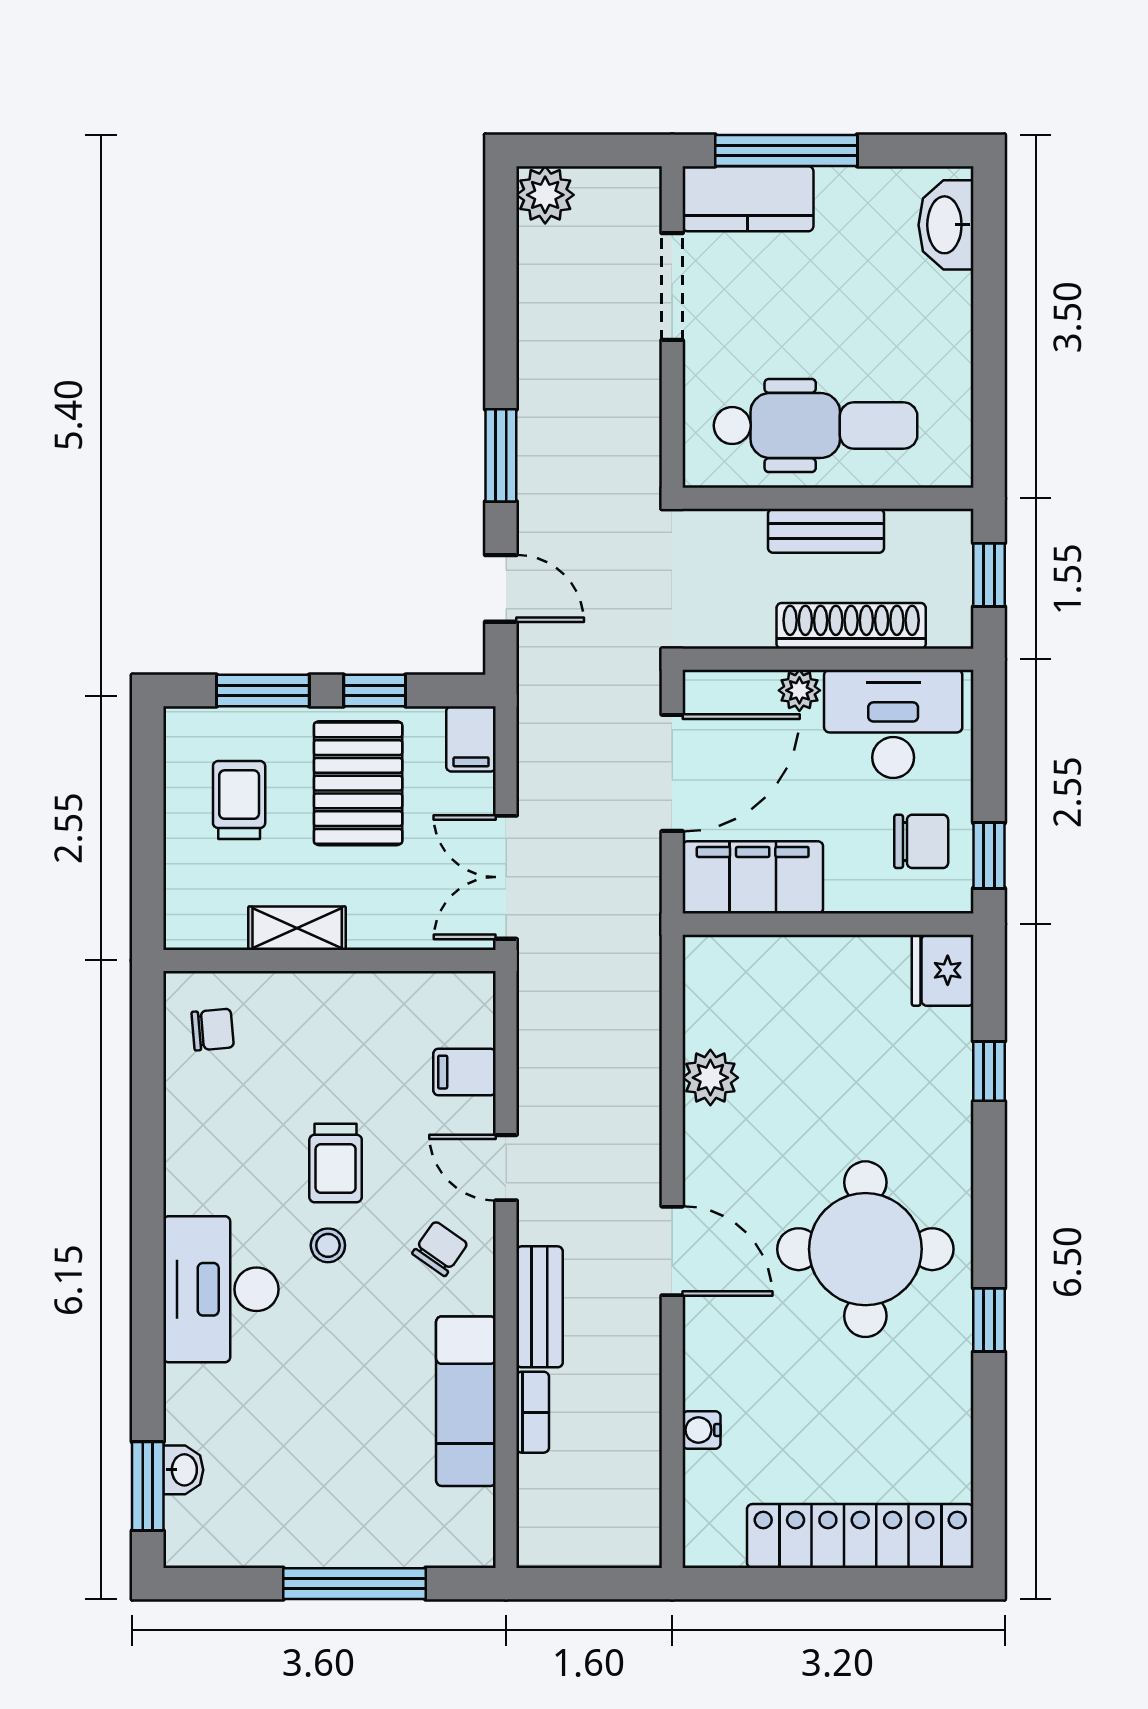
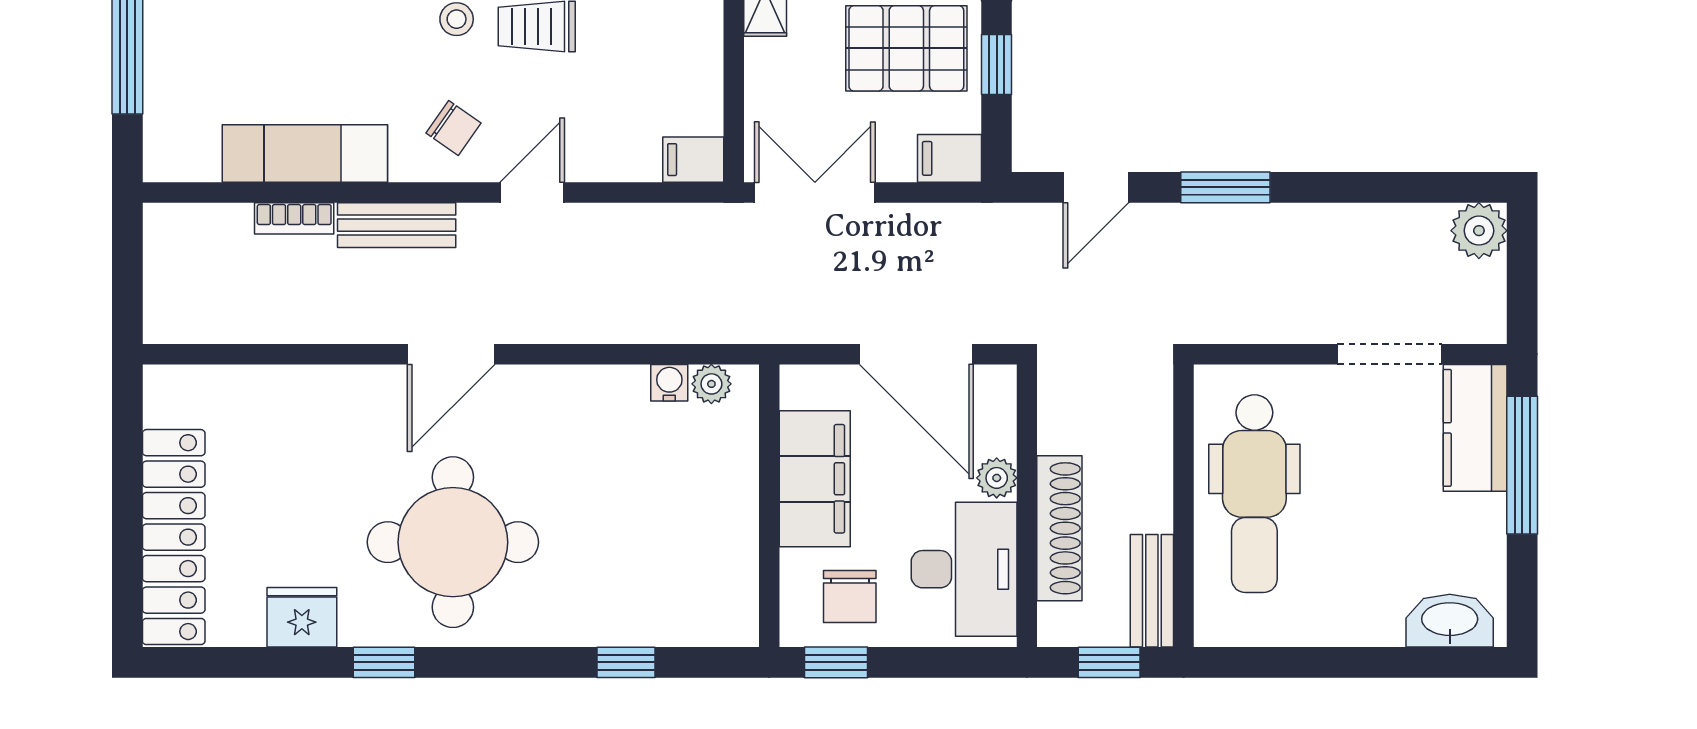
bench: (826, 531) -> (1152, 591), moved
filing cabinet: (753, 877) -> (815, 479), moved
fridge: (943, 970) -> (302, 617), moved
filing cabinet: (464, 1072) -> (693, 160), moved, turned -90
plant: (710, 1078) -> (711, 384), moved, width x0.73, depth x0.73
water cooler: (701, 1430) -> (669, 383), moved

